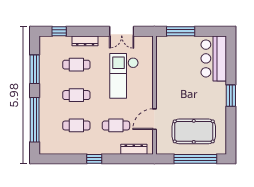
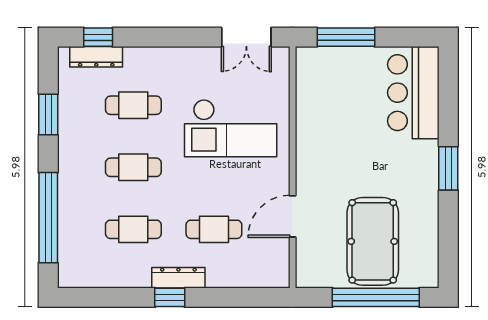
double door: (122, 31) -> (246, 37), moved
dresser: (85, 41) -> (96, 57), moved
window: (35, 69) -> (48, 115), width x0.69
checkout: (124, 76) -> (231, 128), turned -90
pool table: (194, 131) -> (373, 241), turned 90
dresser: (134, 149) -> (178, 278), moved

